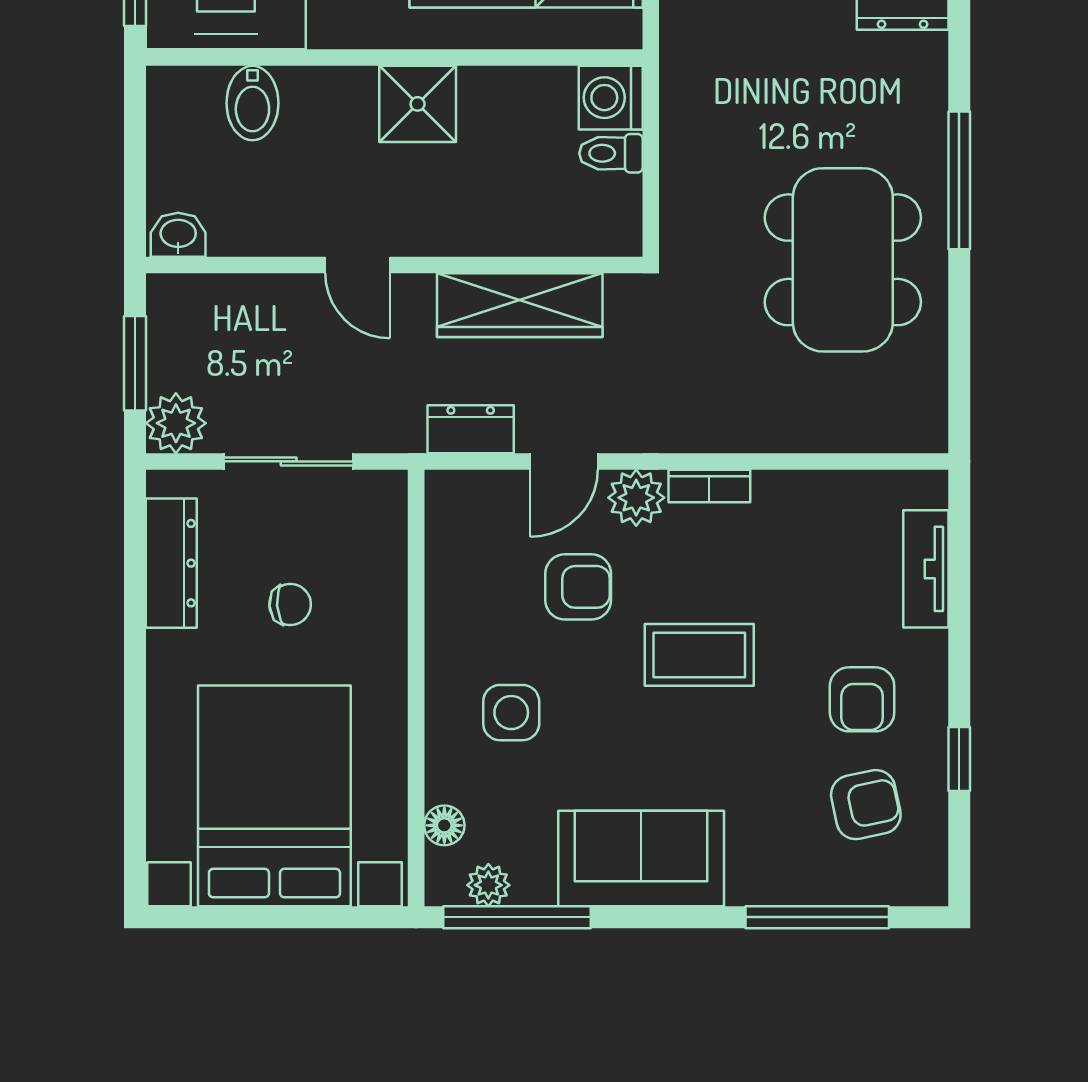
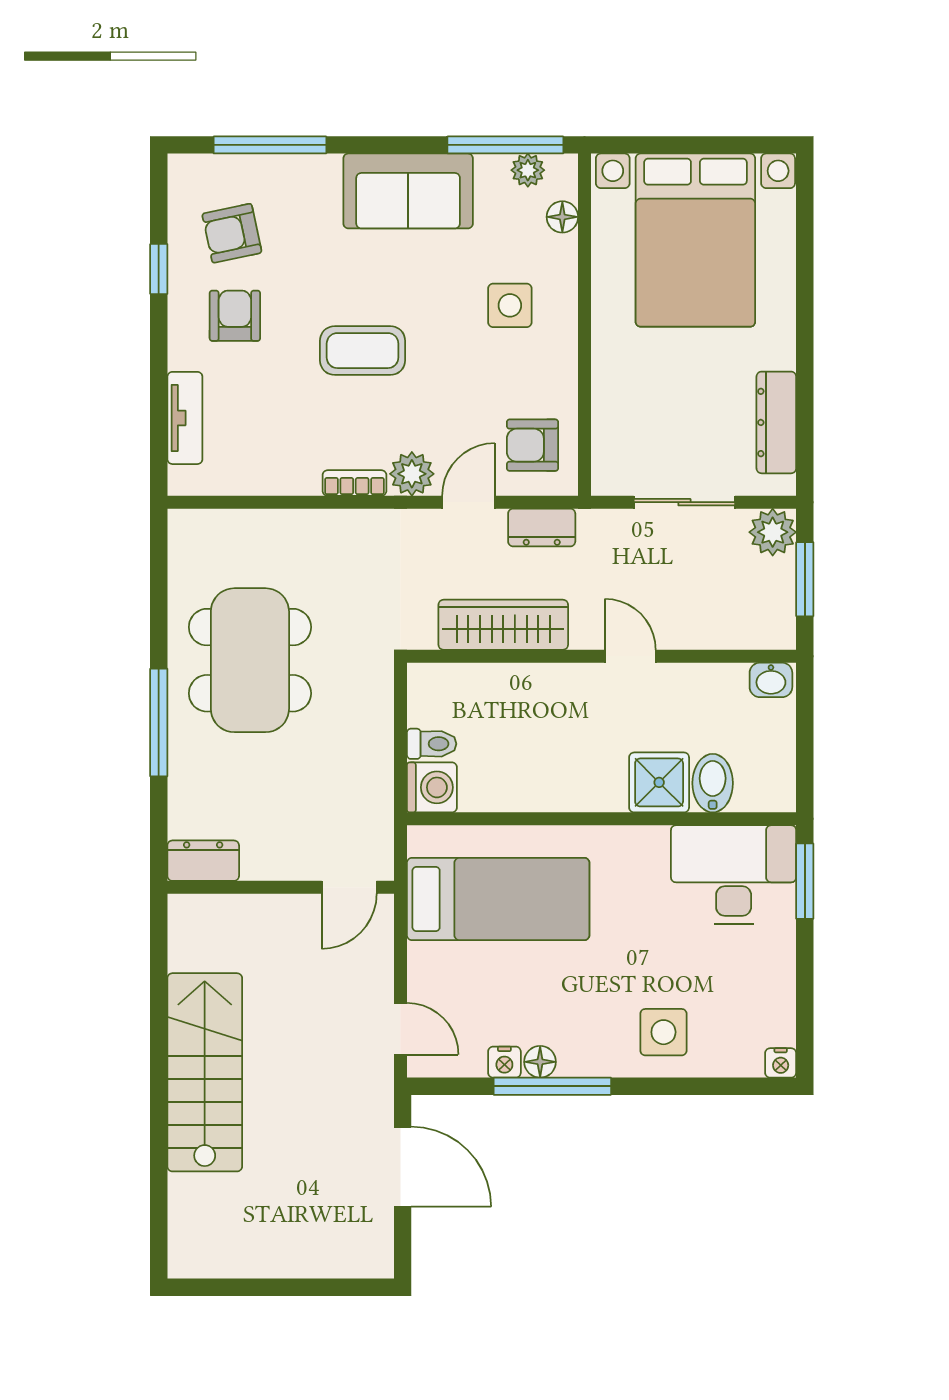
shower: (418, 104) -> (659, 782), moved
armchair: (578, 587) -> (533, 445), moved
chair: (290, 604) -> (683, 390), removed

